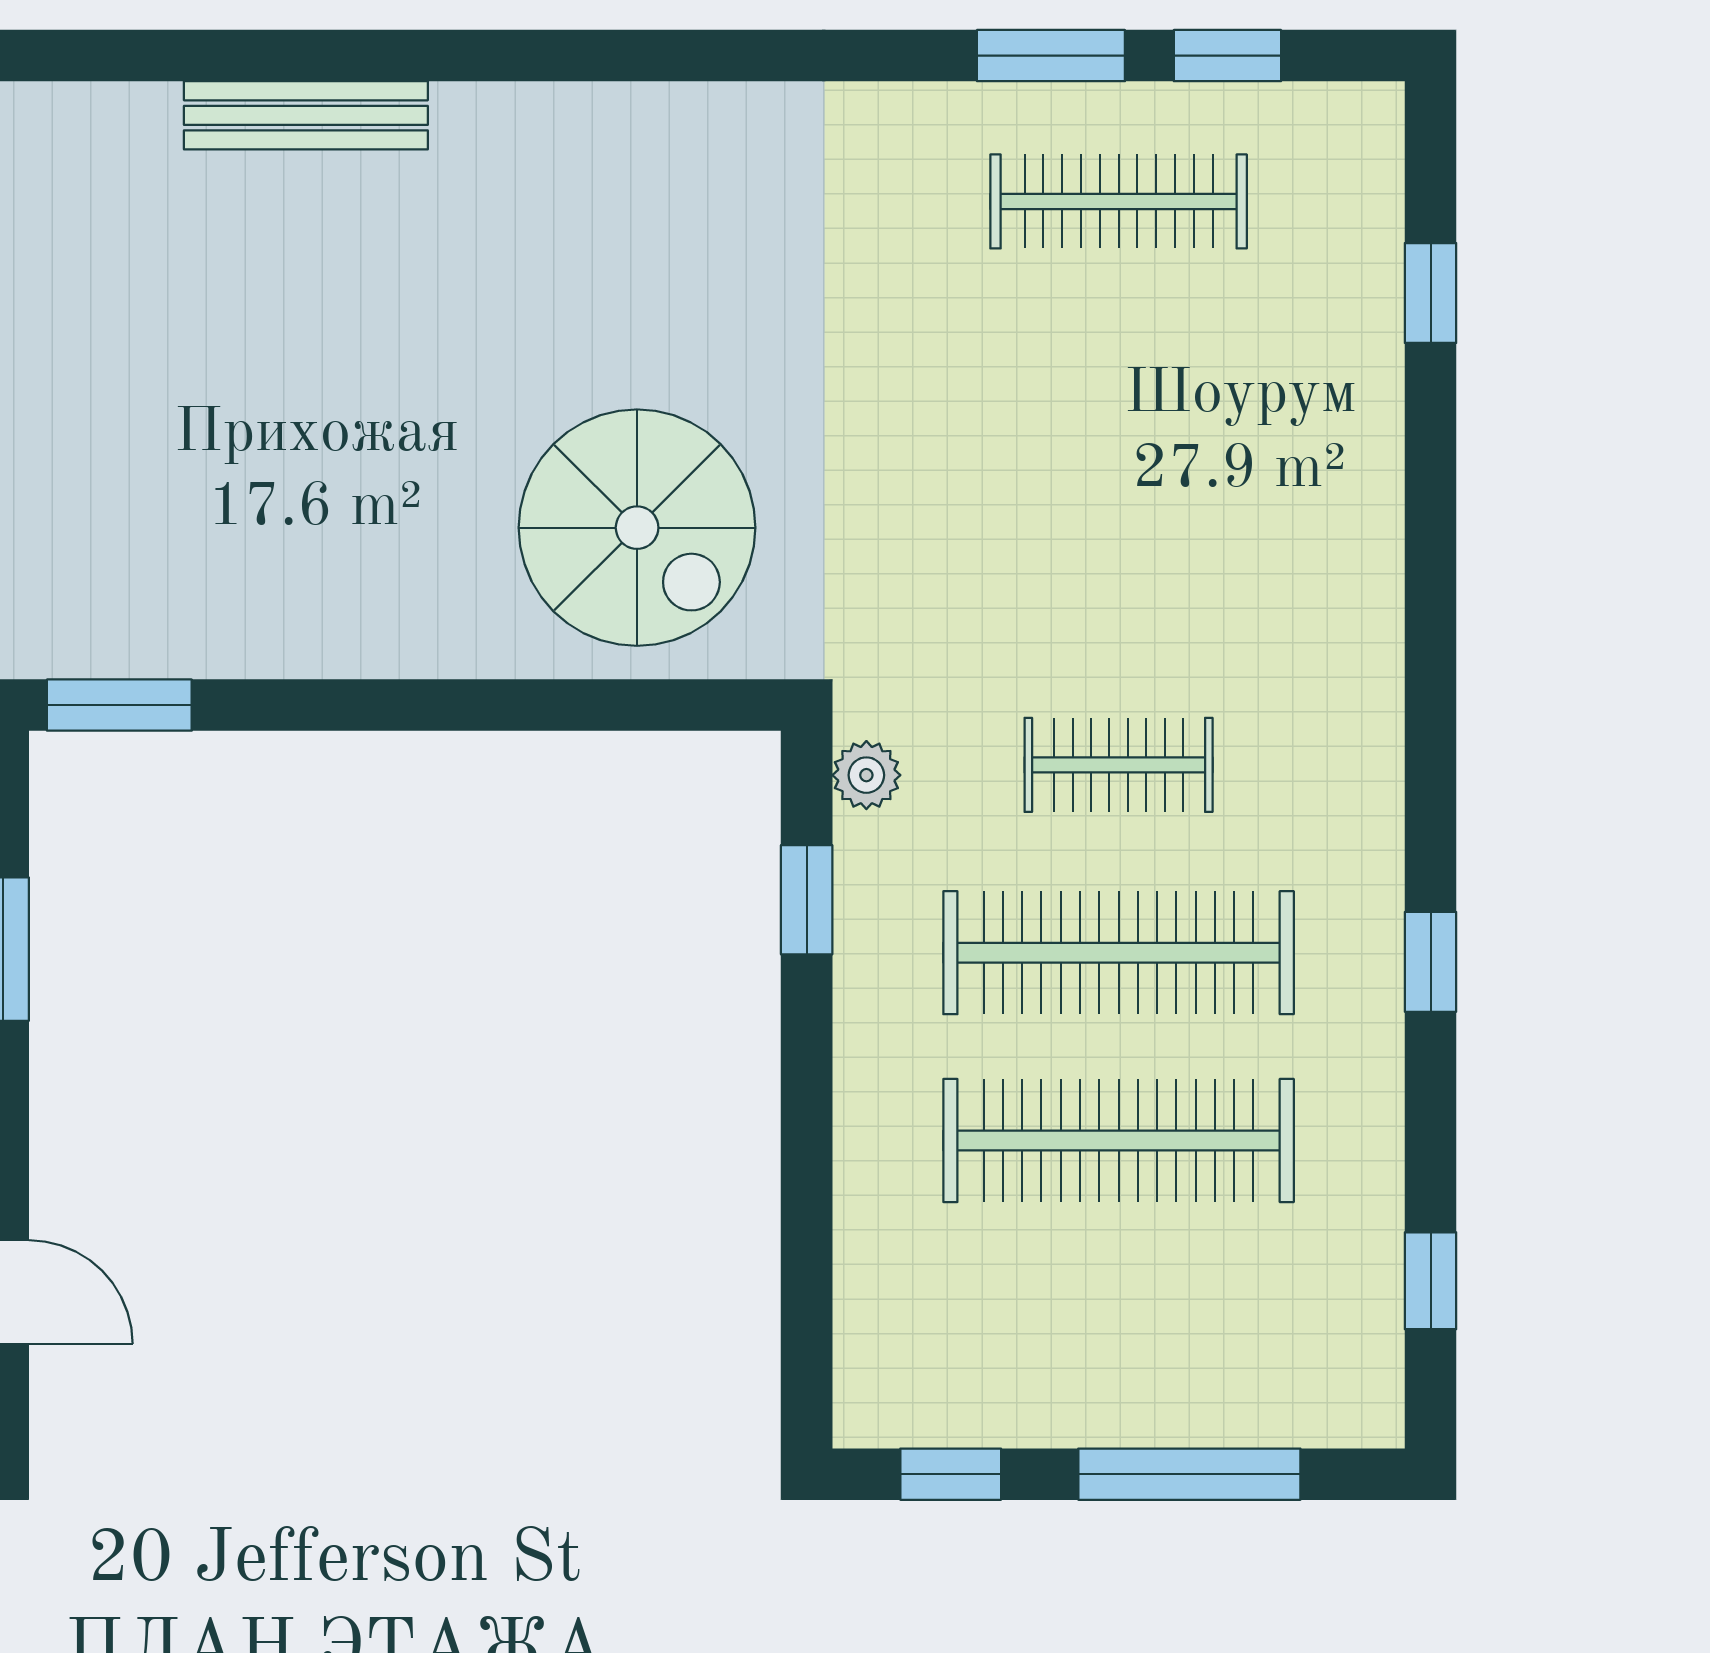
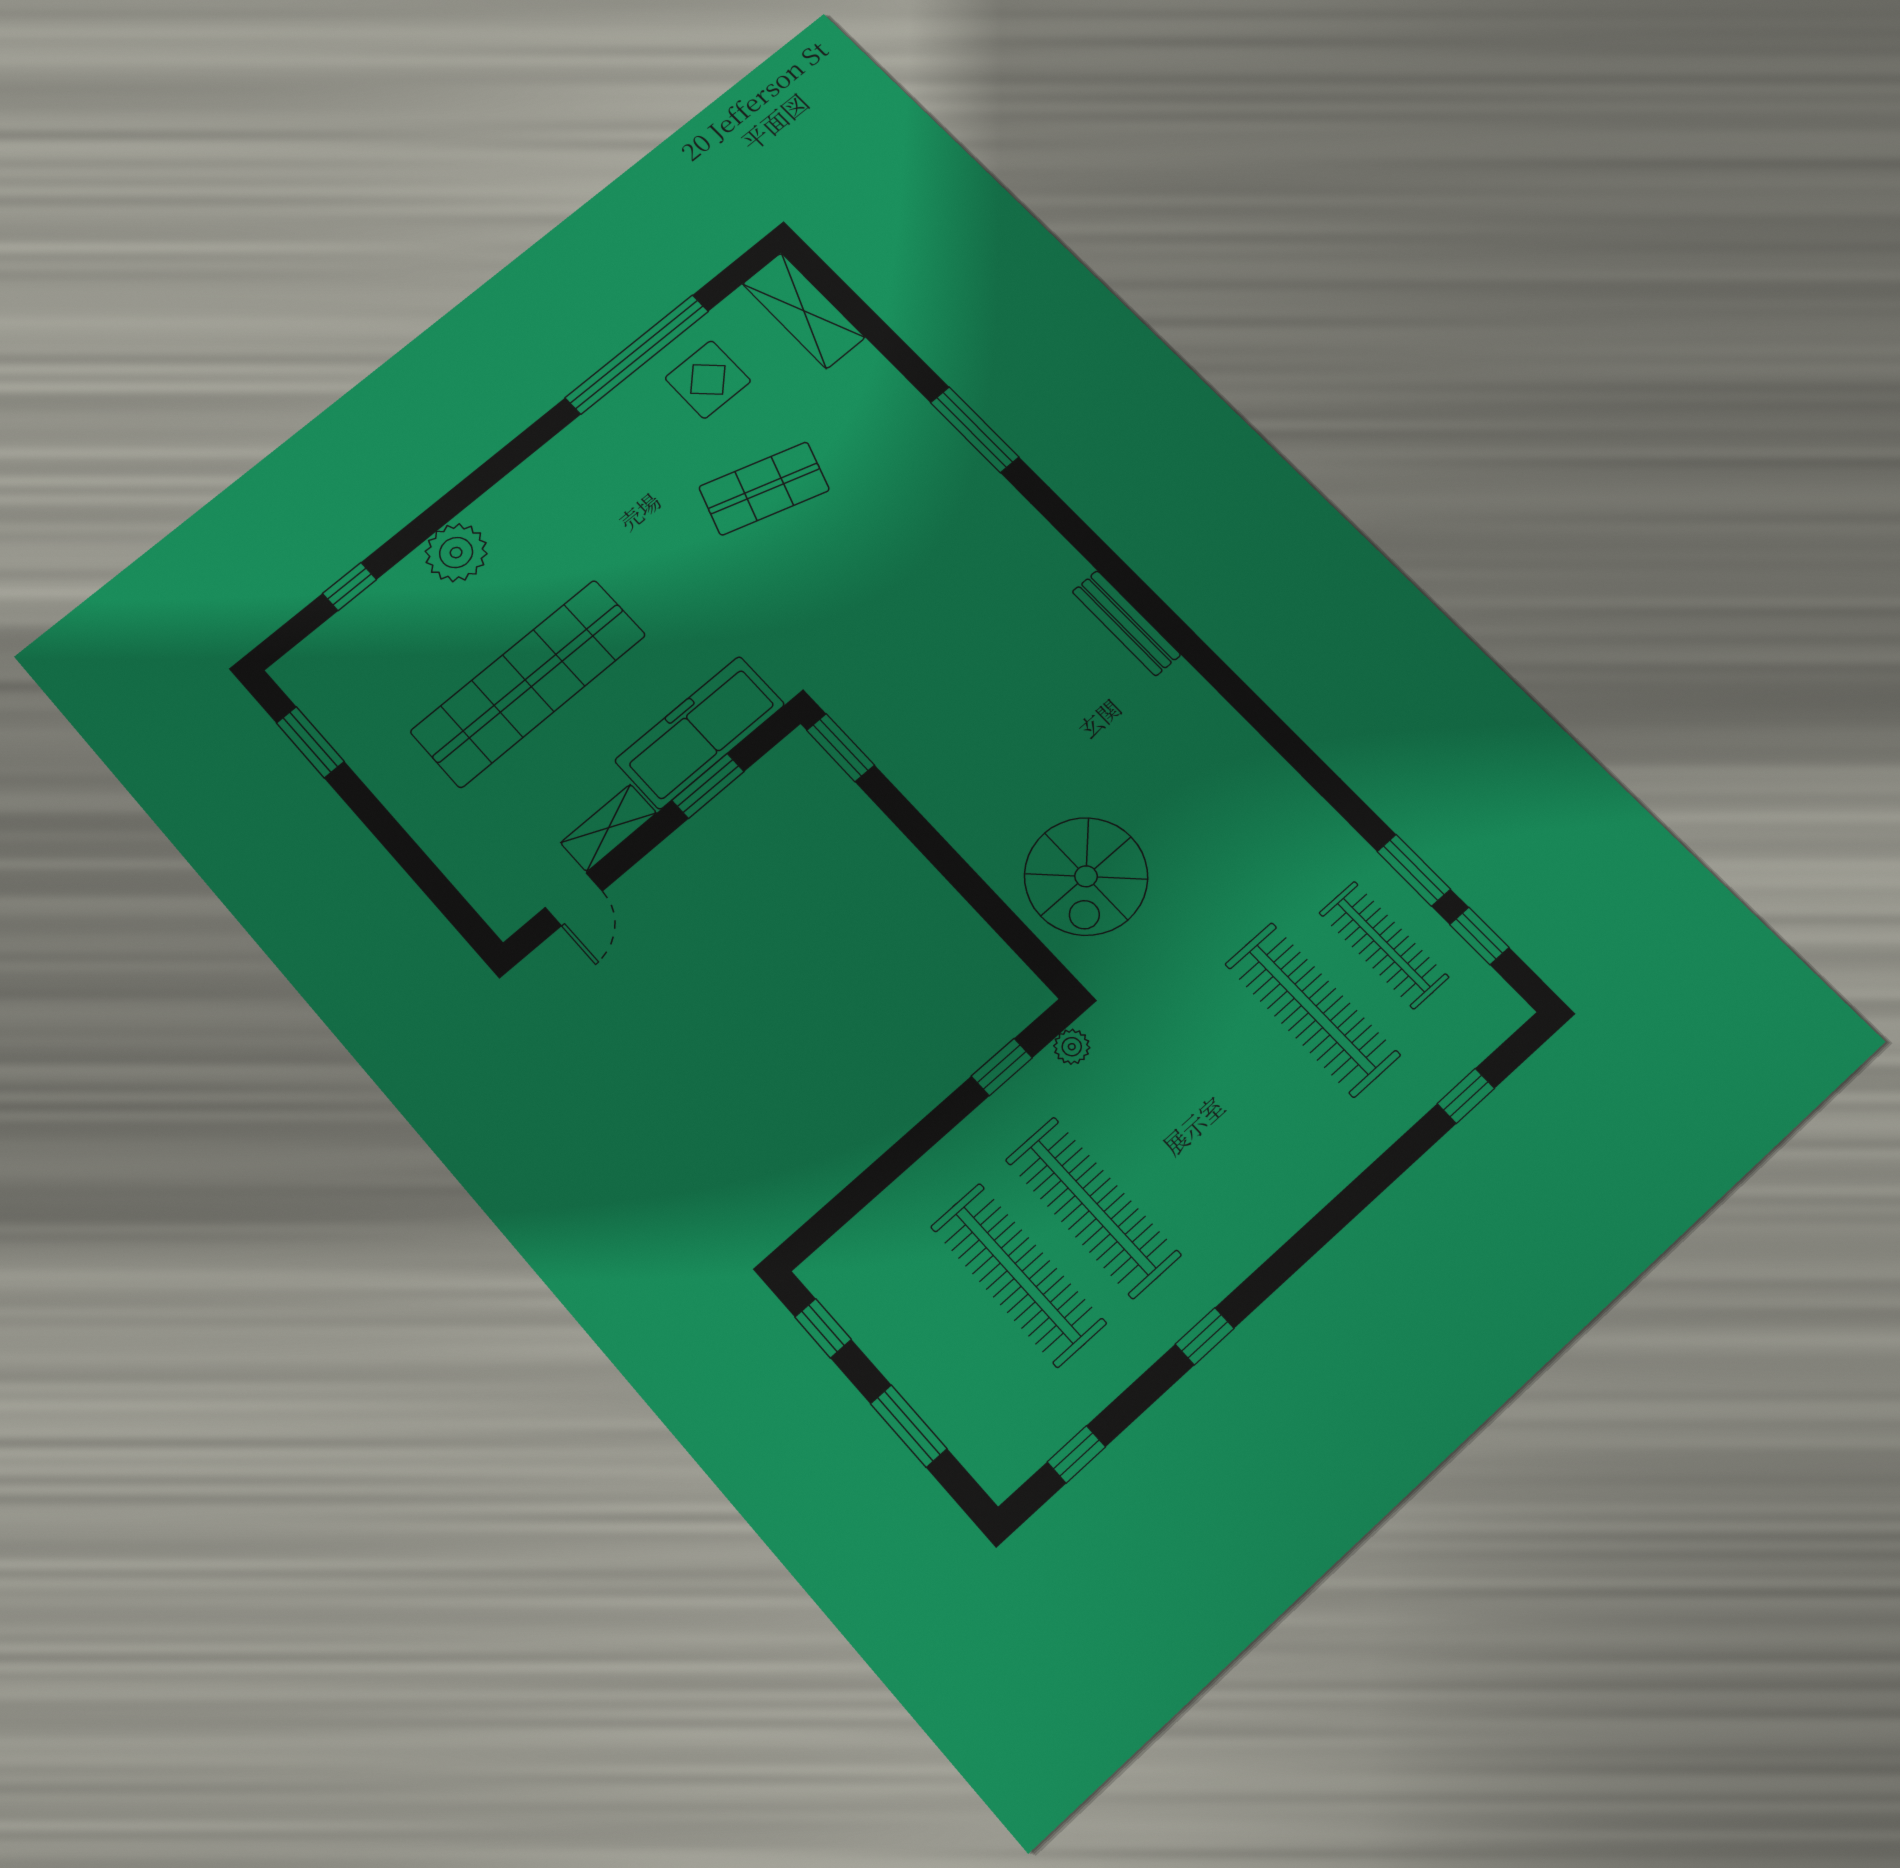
clothes rail: (1119, 765) -> (1312, 1009), moved, width x1.86, depth x1.31
window: (1189, 1474) -> (909, 1426), width x0.69

